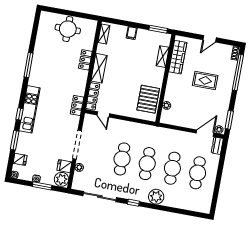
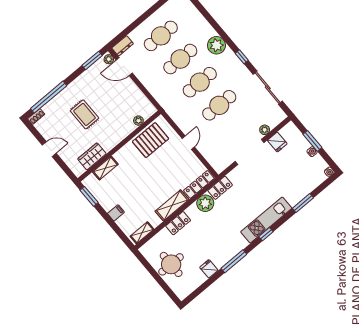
wardrobe: (178, 57) -> (92, 156), width x0.67
window: (20, 114) -> (266, 234), moved
door: (103, 114) -> (188, 143), moved
fridge: (20, 159) -> (209, 269), moved
plant: (62, 179) -> (205, 203), moved

